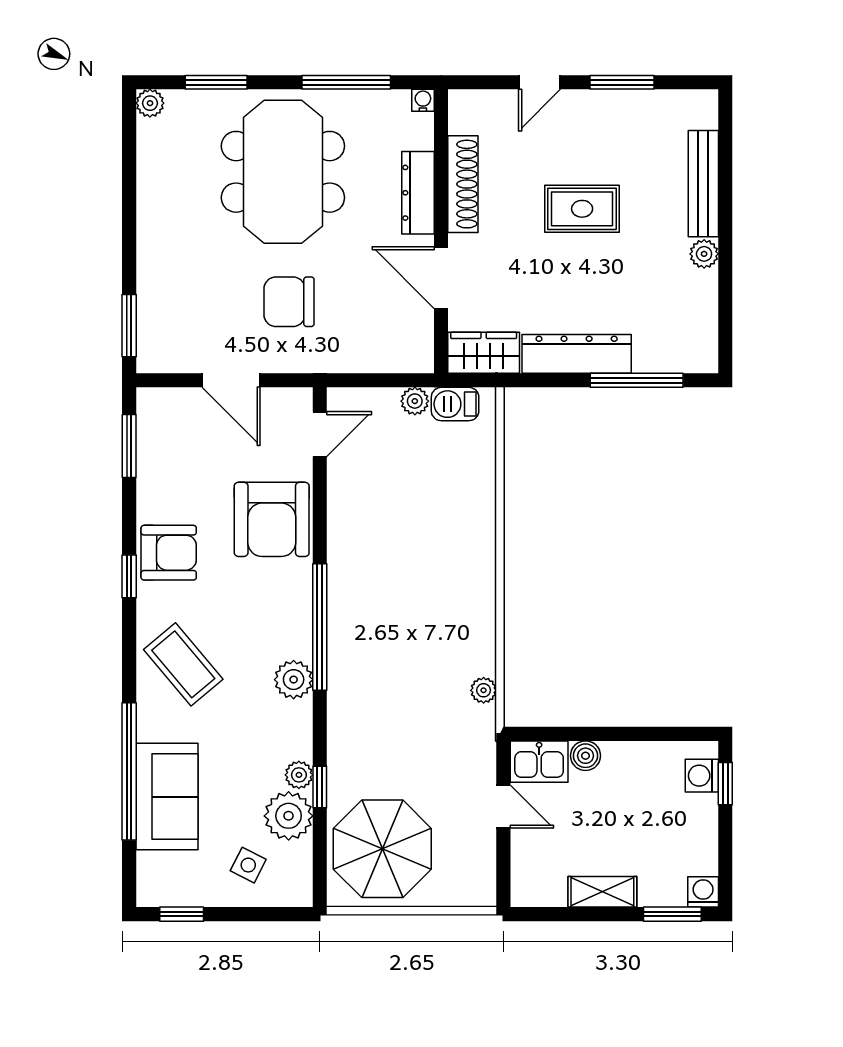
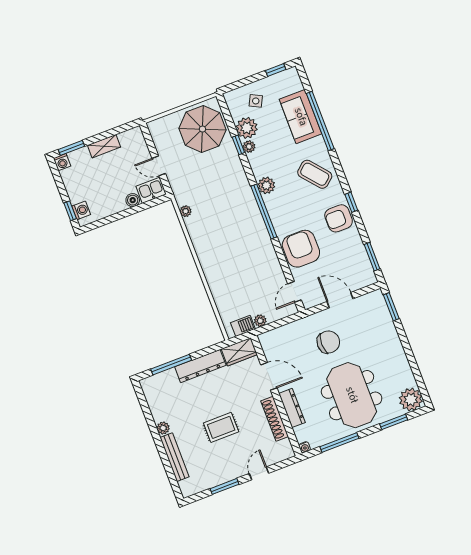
plant: (150, 103) -> (411, 400), width x1.88, depth x1.88

